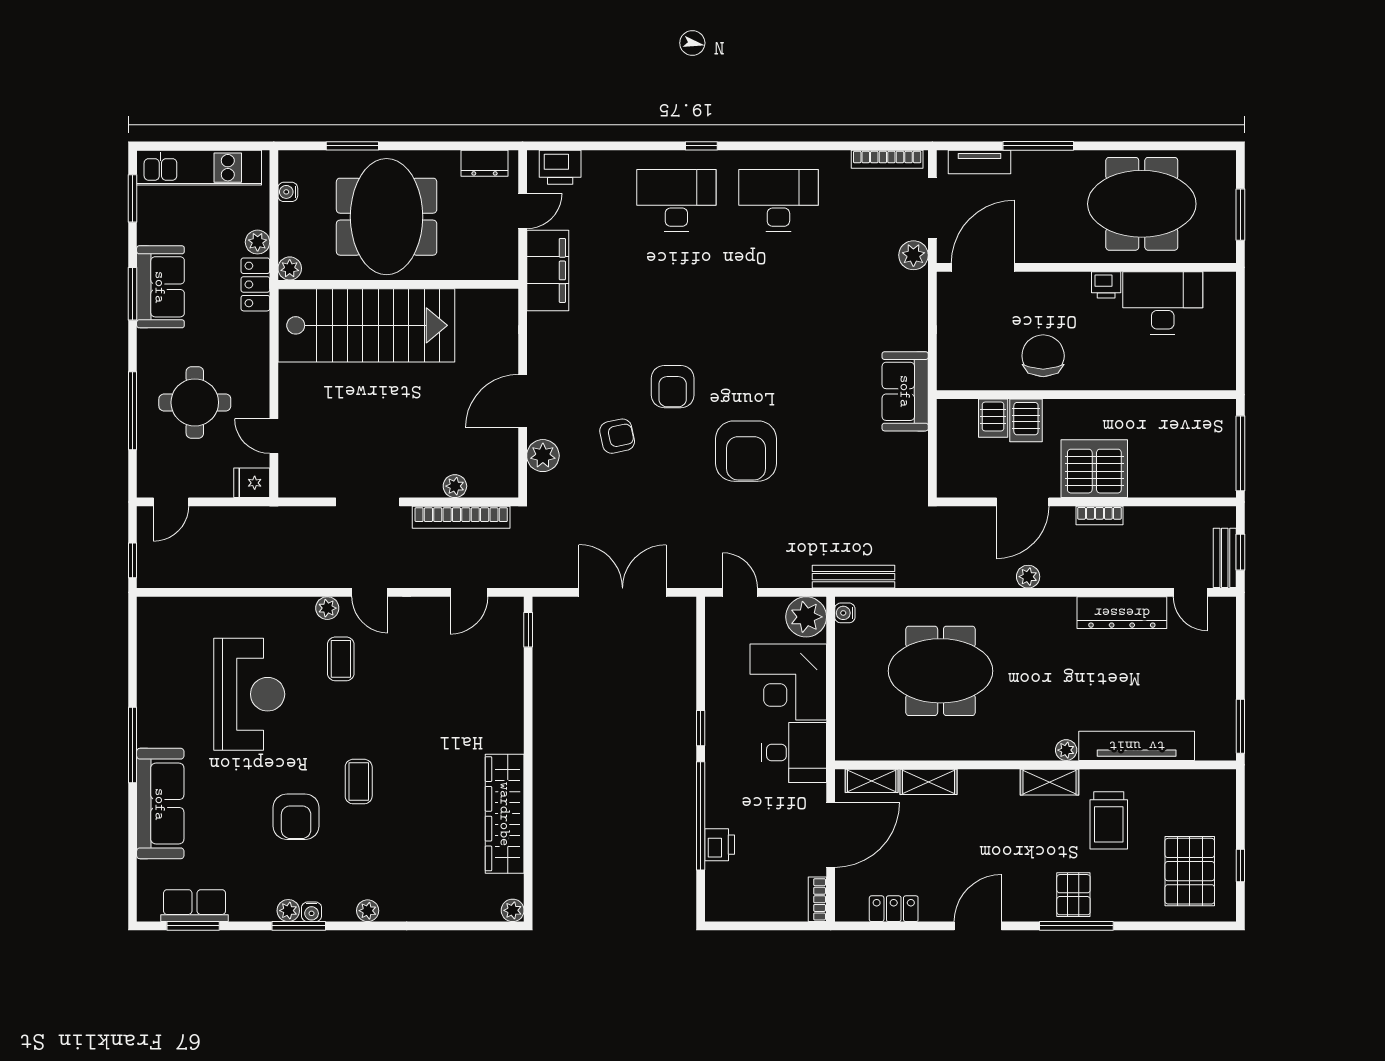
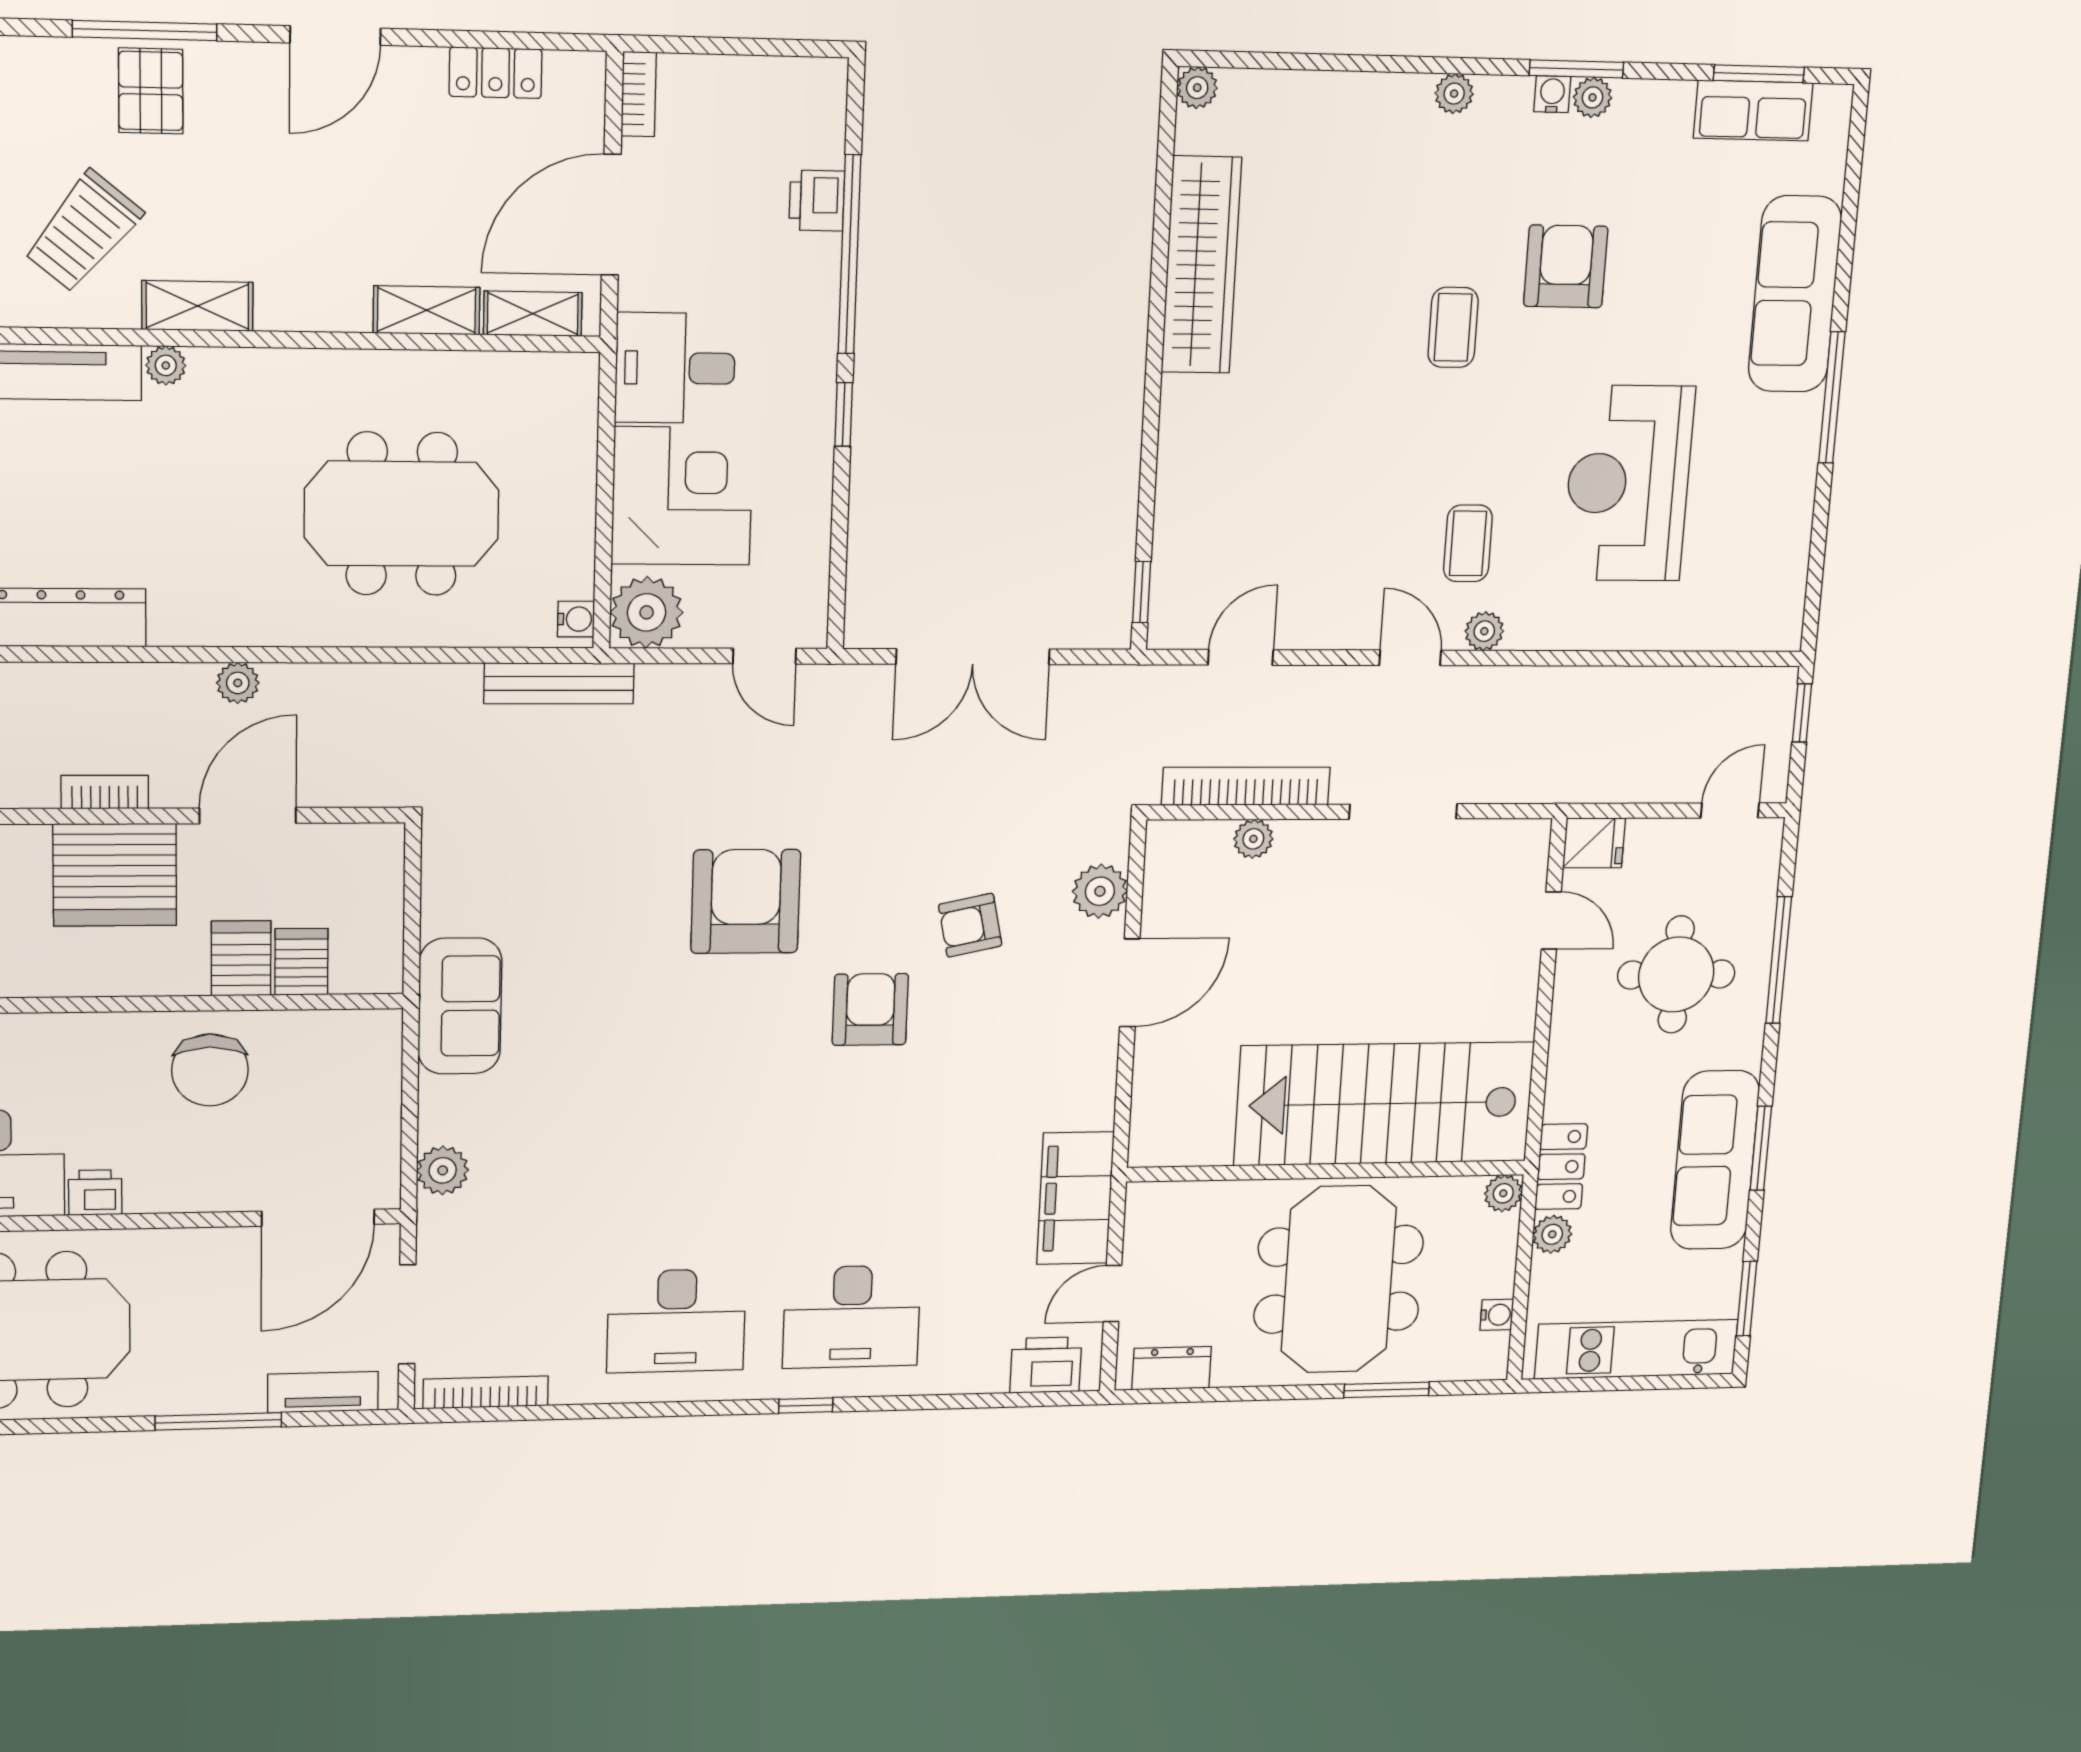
plant: (913, 255) -> (443, 1170), moved
sofa: (160, 287) -> (1715, 1160), width x1.36
trolley: (1109, 820) -> (83, 232), turned -141

